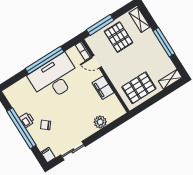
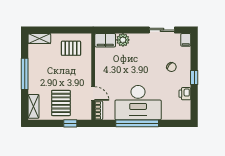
window: (100, 25) -> (70, 123), width x0.46
filing cabinet: (103, 88) -> (105, 40), moved, turned 90
pallet: (139, 88) -> (71, 48), width x0.67, depth x0.71
printer: (27, 120) -> (185, 94), moved
window: (21, 128) -> (194, 77), width x0.32

